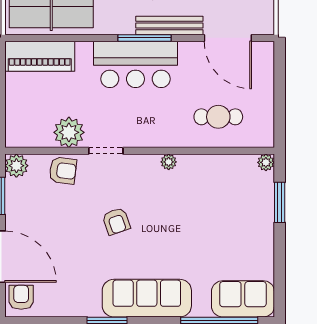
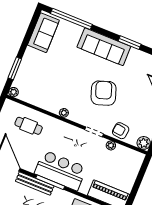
plant: (69, 132) -> (111, 145), width x0.53, depth x0.53
armchair: (116, 221) -> (104, 93), width x1.88, depth x1.88
sofa: (243, 299) -> (43, 33), moved, turned -90

